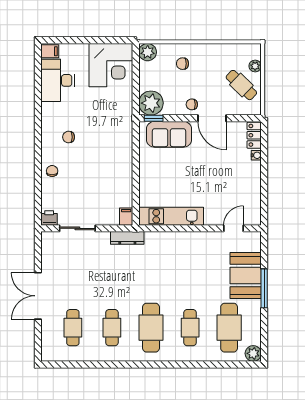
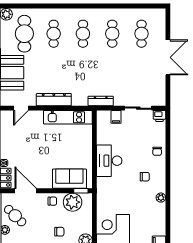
desk: (58, 80) -> (109, 161), moved, turned 180
plant: (151, 103) -> (73, 202), moved
plant: (47, 109) -> (161, 198), added
door: (212, 118) -> (26, 191), moved
filing cabinet: (126, 217) -> (116, 117), moved
dresser: (190, 240) -> (54, 100), added
cafe table: (151, 328) -> (83, 34), width x0.73, depth x0.74

